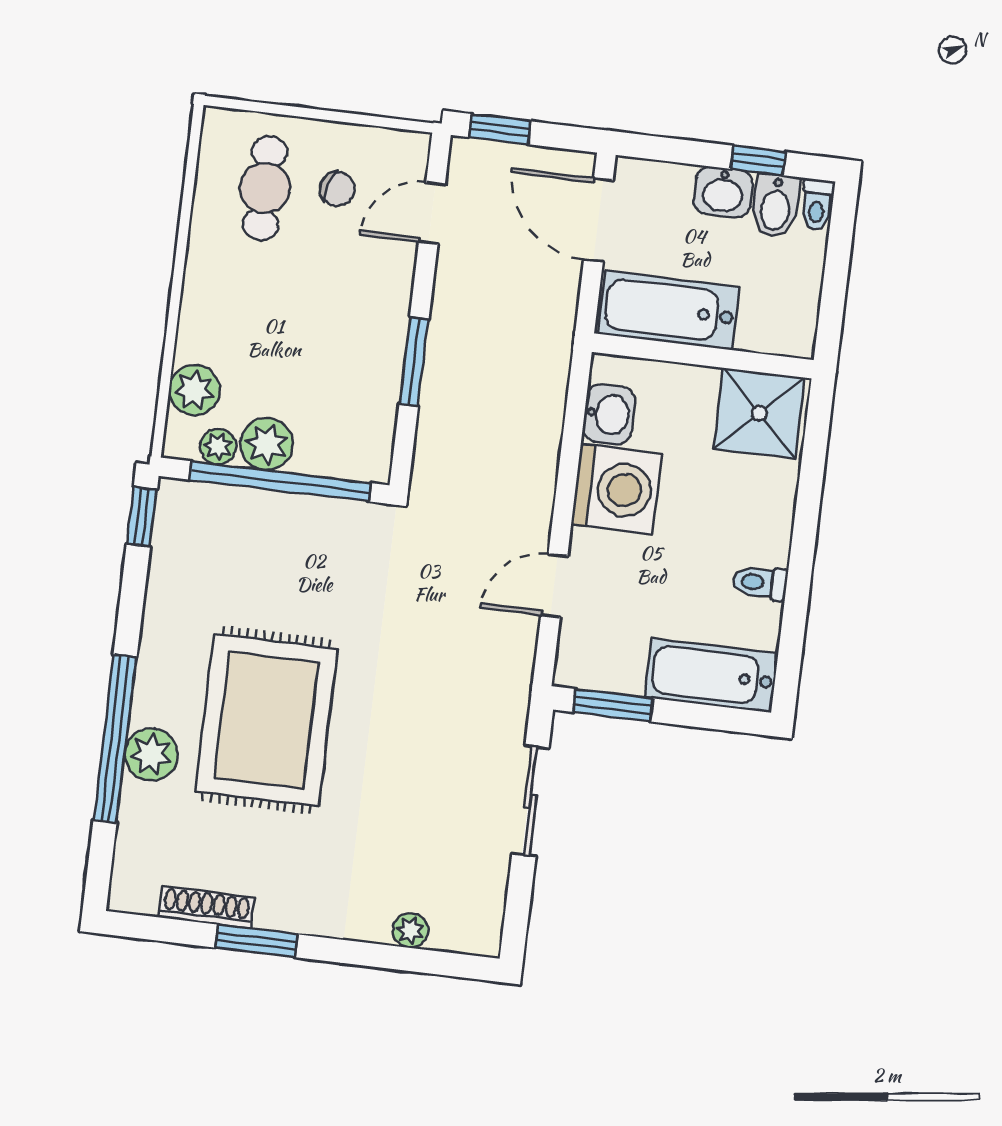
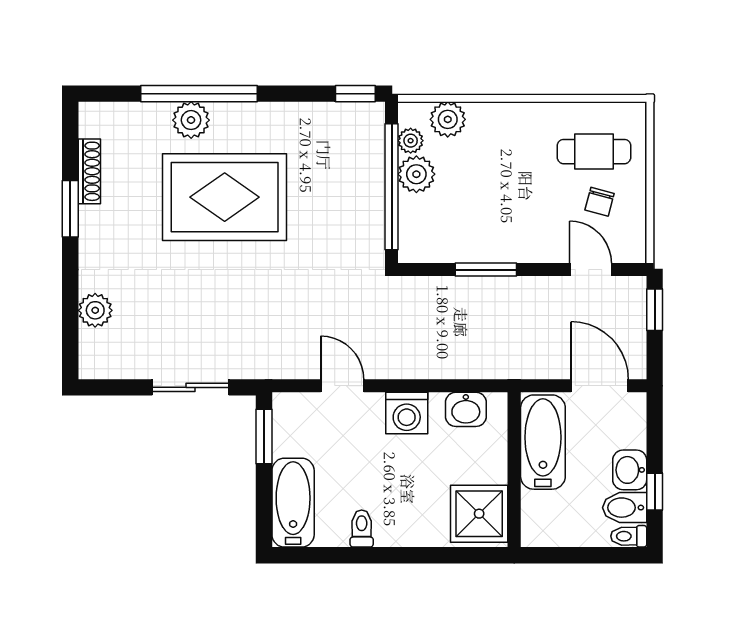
door: (598, 220) -> (600, 386), hinge flipped
washing machine: (616, 489) -> (407, 413), width x0.73, depth x0.73
plant: (410, 930) -> (95, 310), width x1.38, depth x1.38

